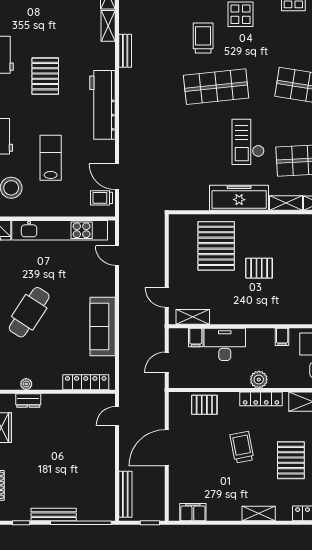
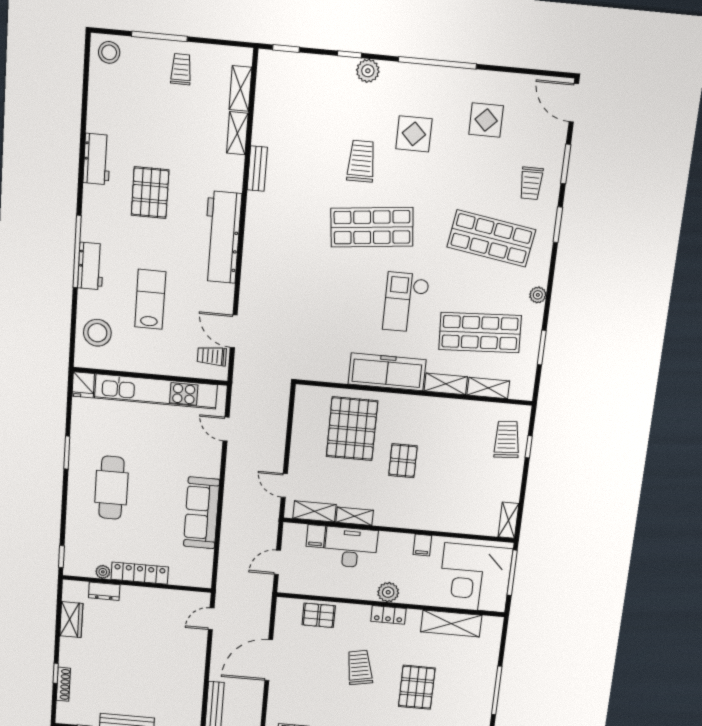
pallet: (259, 268) -> (403, 461), turned 90
cafe table: (29, 312) -> (111, 488), turned -33
shelving: (225, 318) -> (355, 516), added
locker: (86, 382) -> (140, 573), moved
locker: (261, 399) -> (388, 615), width x0.66

